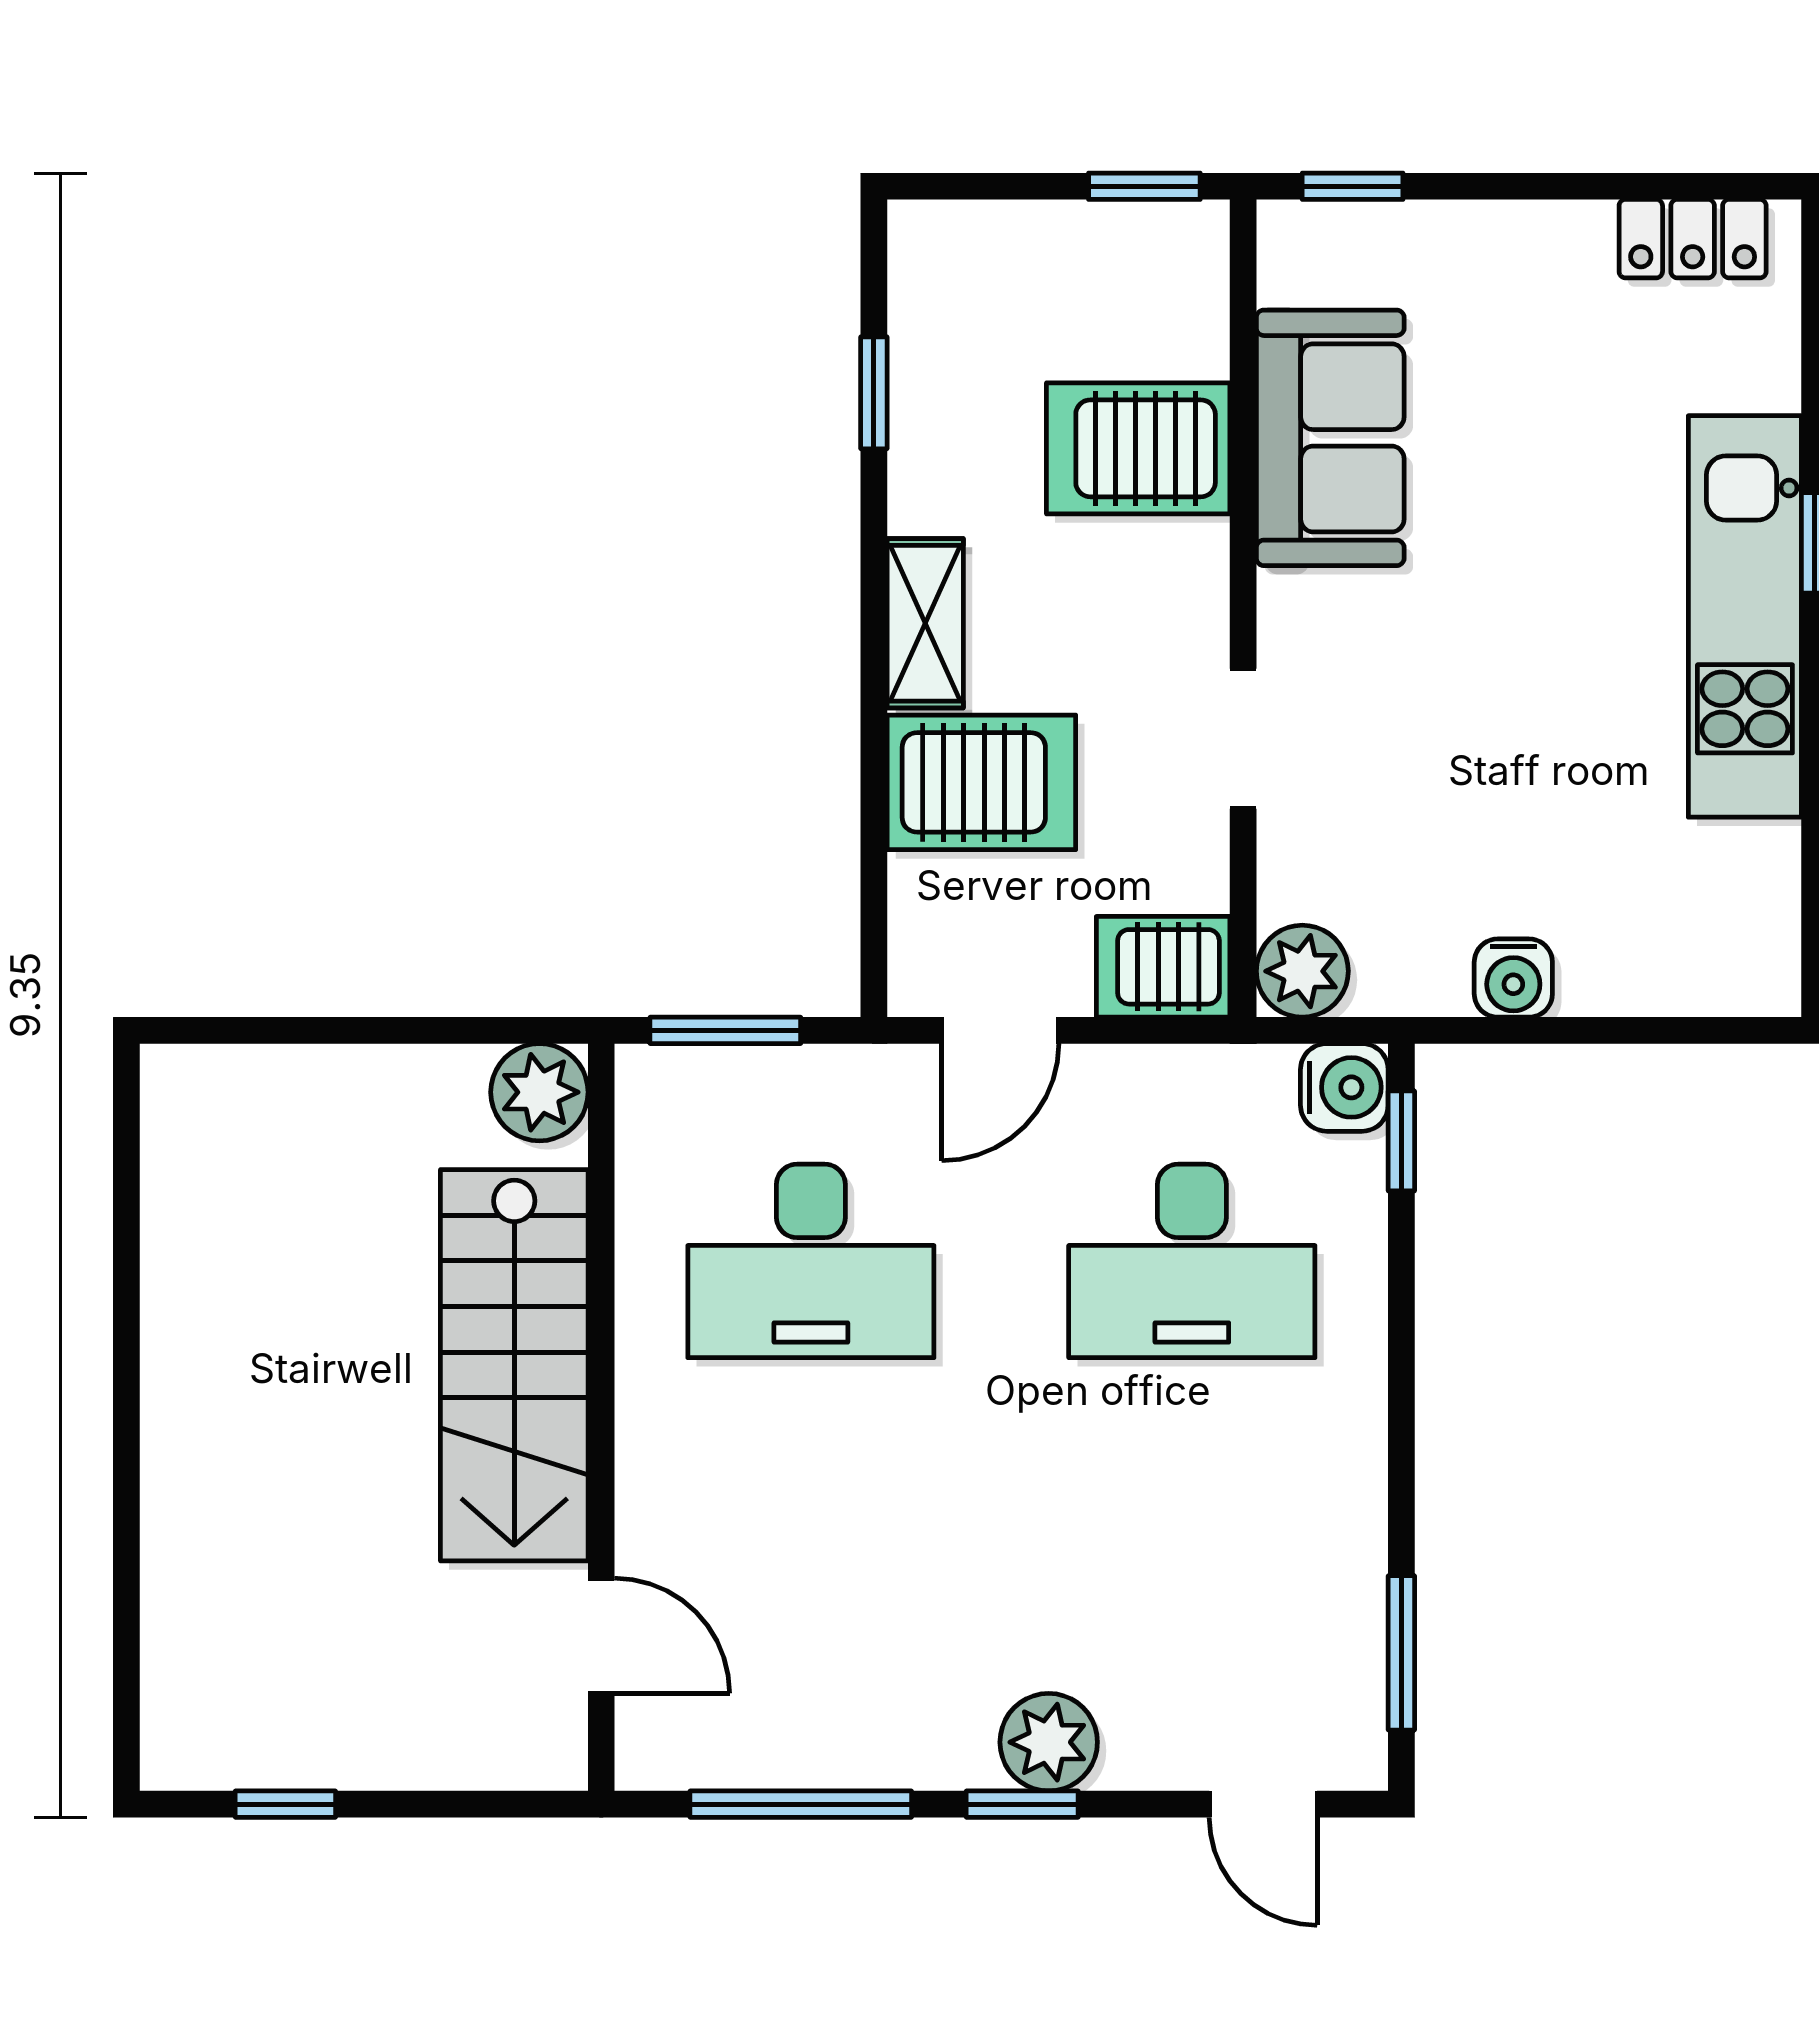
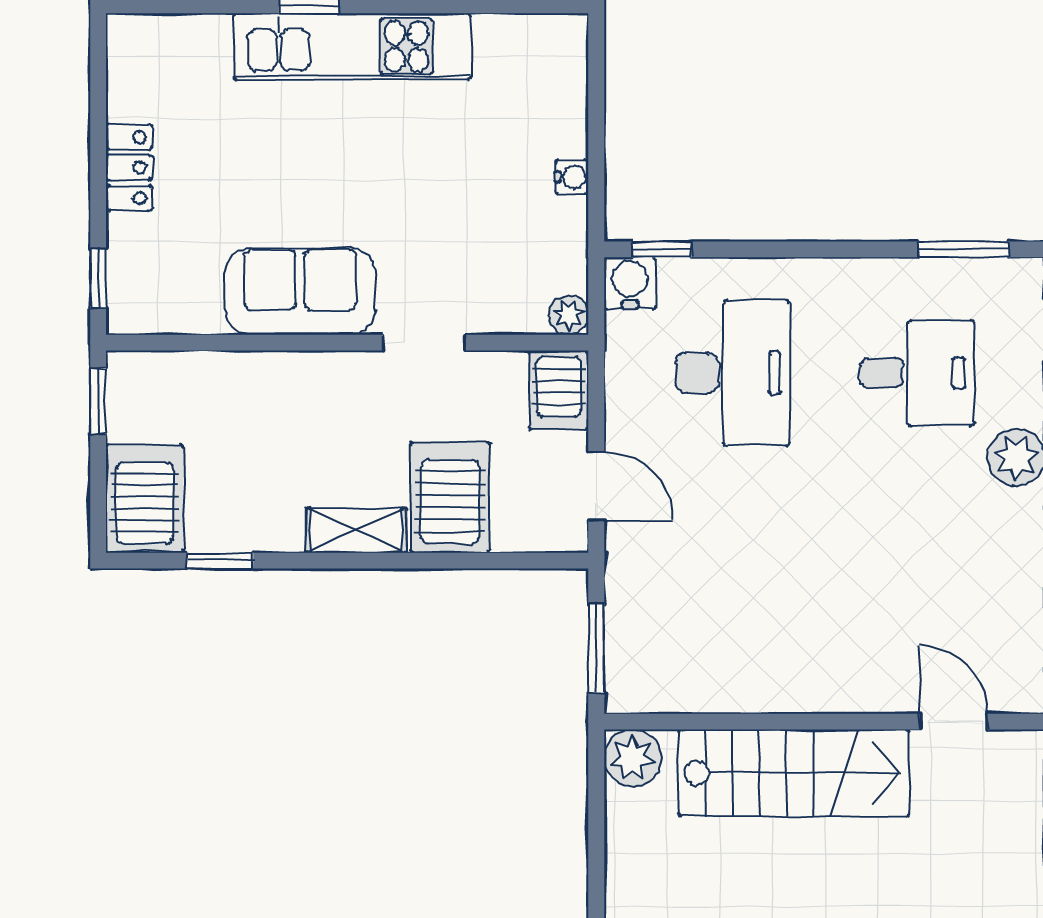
locker: (1693, 239) -> (129, 167), moved
sofa: (1330, 438) -> (300, 291), moved
server rack: (1138, 448) -> (145, 499), moved, turned 180
plant: (1302, 971) -> (569, 315), width x0.73, depth x0.73
water cooler: (1513, 978) -> (572, 177), width x0.72, depth x0.72
desk: (811, 1261) -> (917, 373), moved, width x0.73
door: (601, 1636) -> (954, 722), hinge flipped

